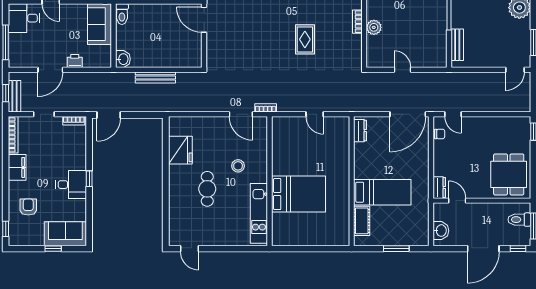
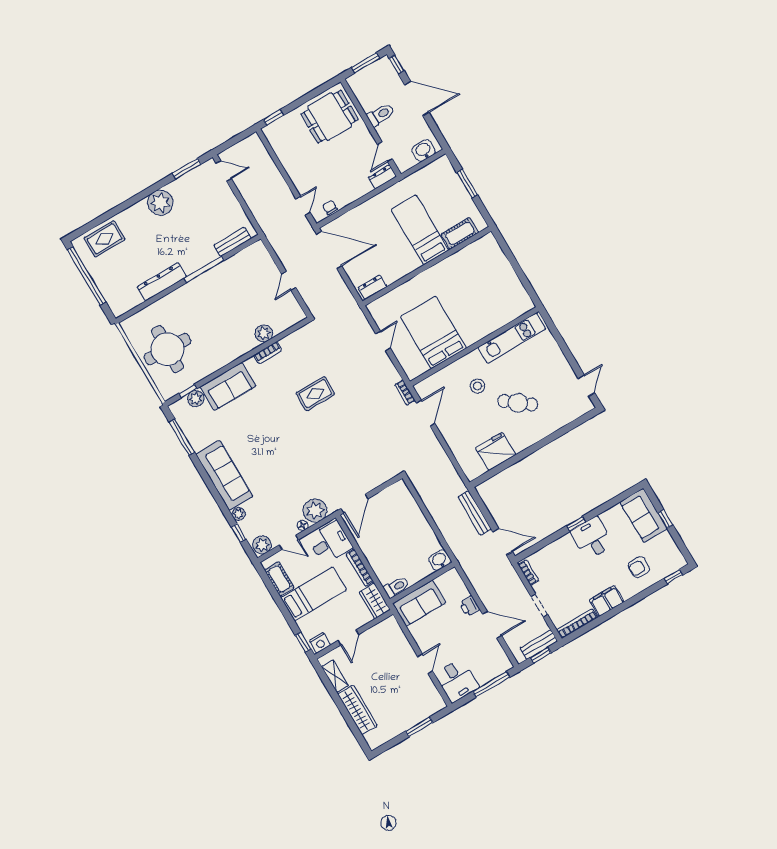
bench: (155, 77) -> (475, 513), moved
cafe table: (207, 189) -> (518, 403), turned 38
bed: (298, 194) -> (433, 332), moved
toilet: (519, 220) -> (381, 115), moved, turned -90

